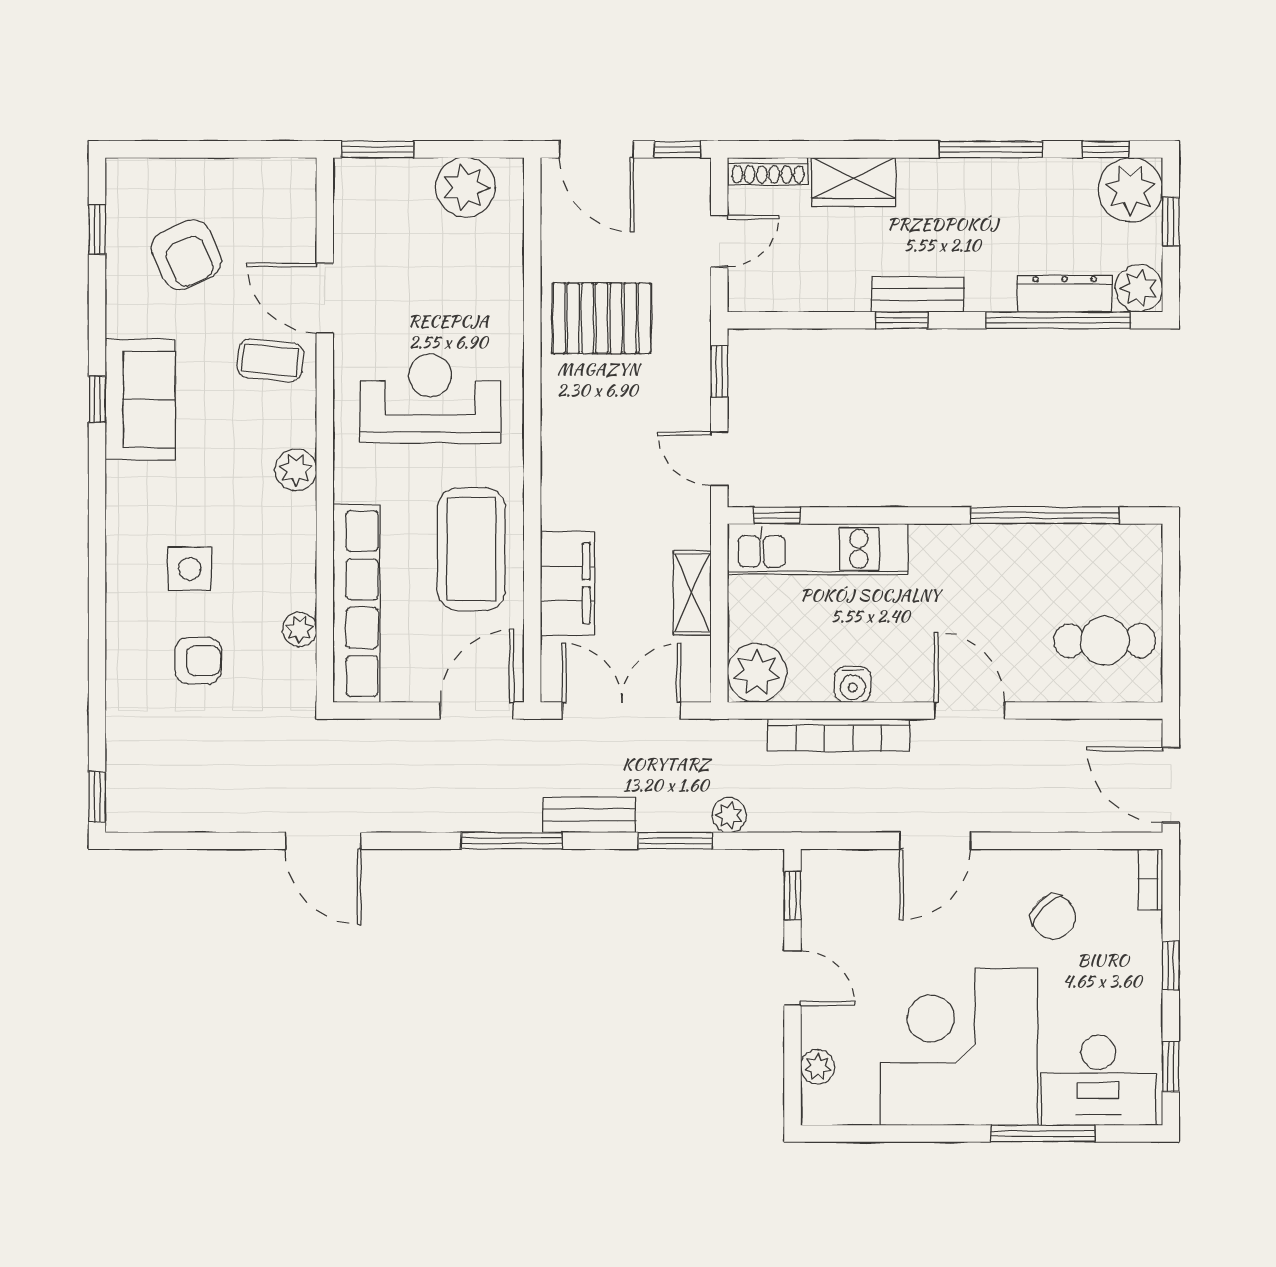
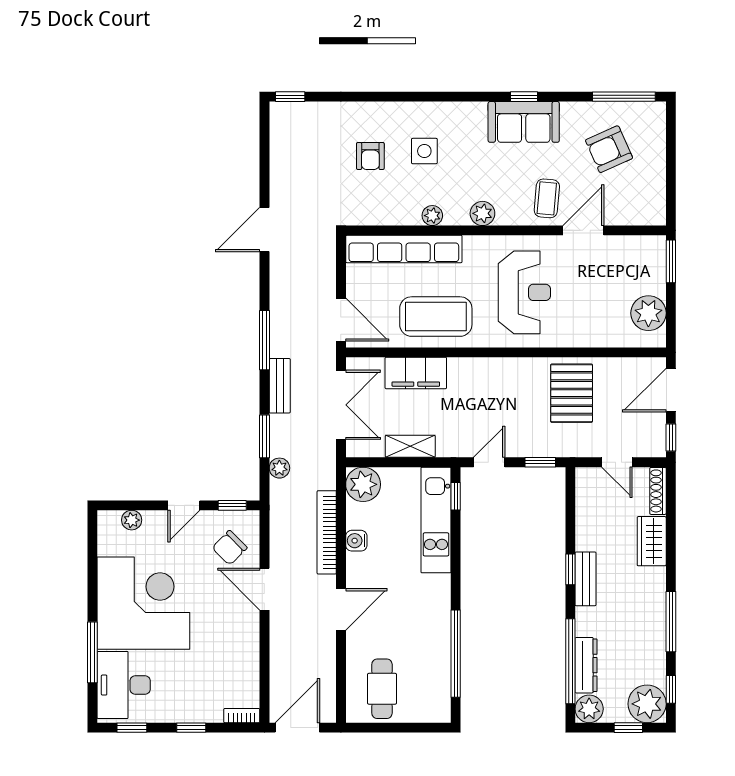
window: (97, 229) -> (624, 97), width x2.17
plant: (299, 629) -> (432, 216), moved
chair: (1053, 917) -> (230, 548), moved

